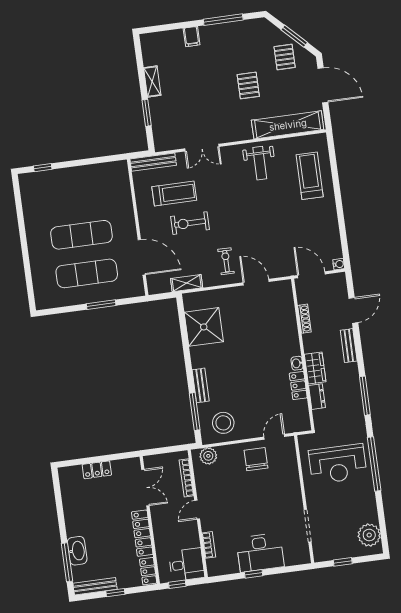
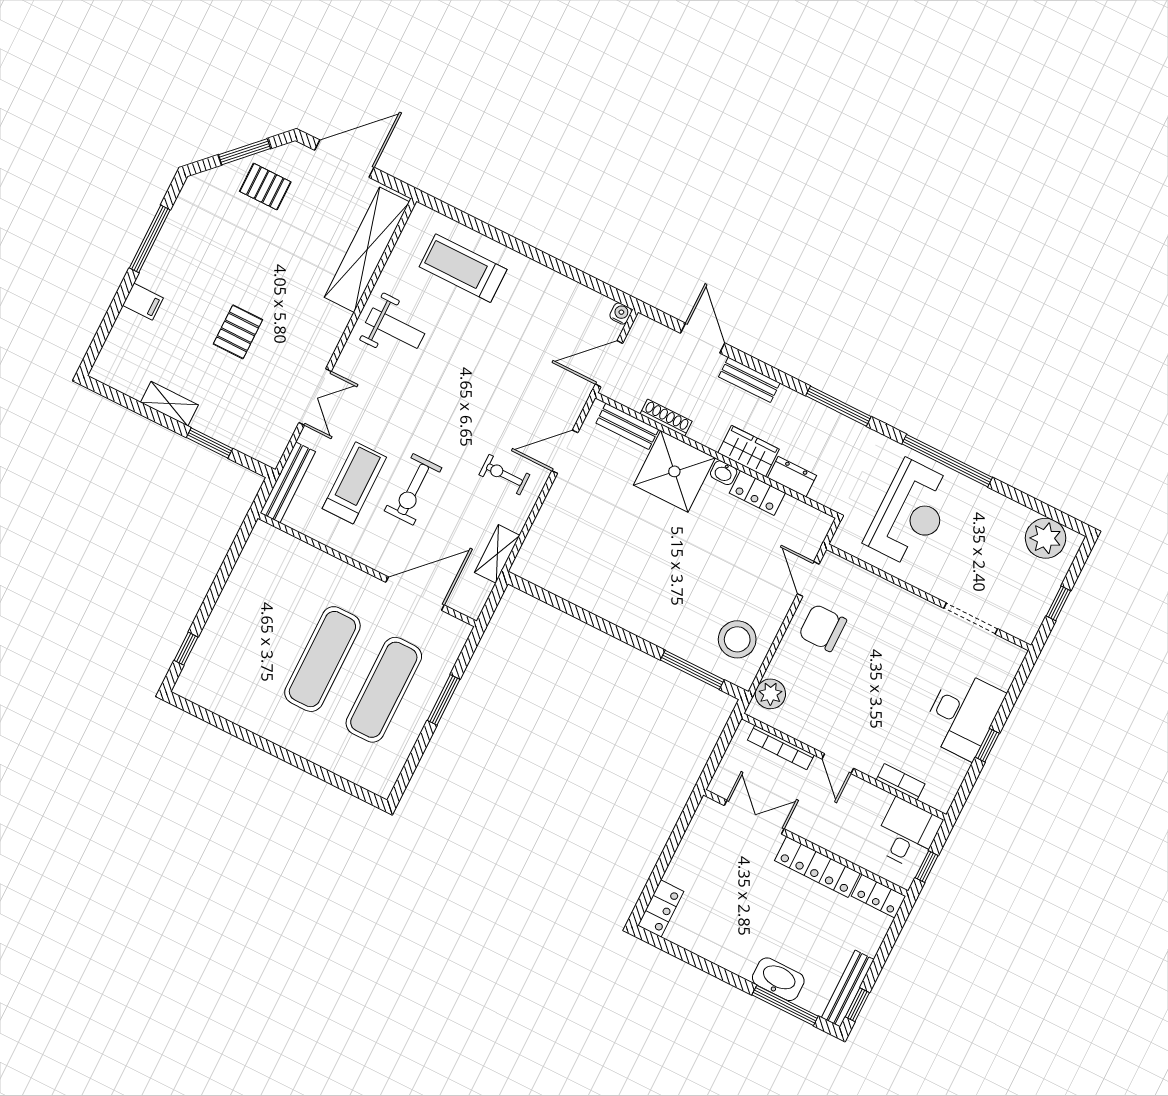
pallet: (248, 85) -> (238, 332), moved, turned 90
shower: (204, 327) -> (674, 471), moved
bench: (201, 385) -> (627, 426), moved
locker: (97, 470) -> (661, 908), moved
window: (115, 593) -> (857, 1005), moved

